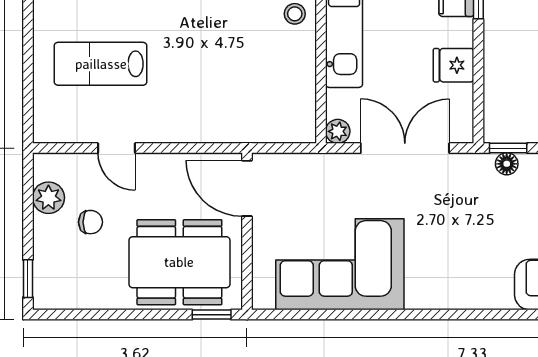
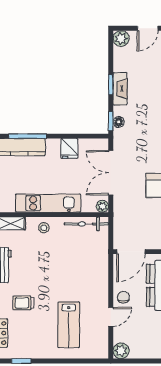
bicycle: (302, 99) -> (86, 224), added
plant: (48, 198) -> (121, 351), moved
chair: (90, 222) -> (123, 297), moved

